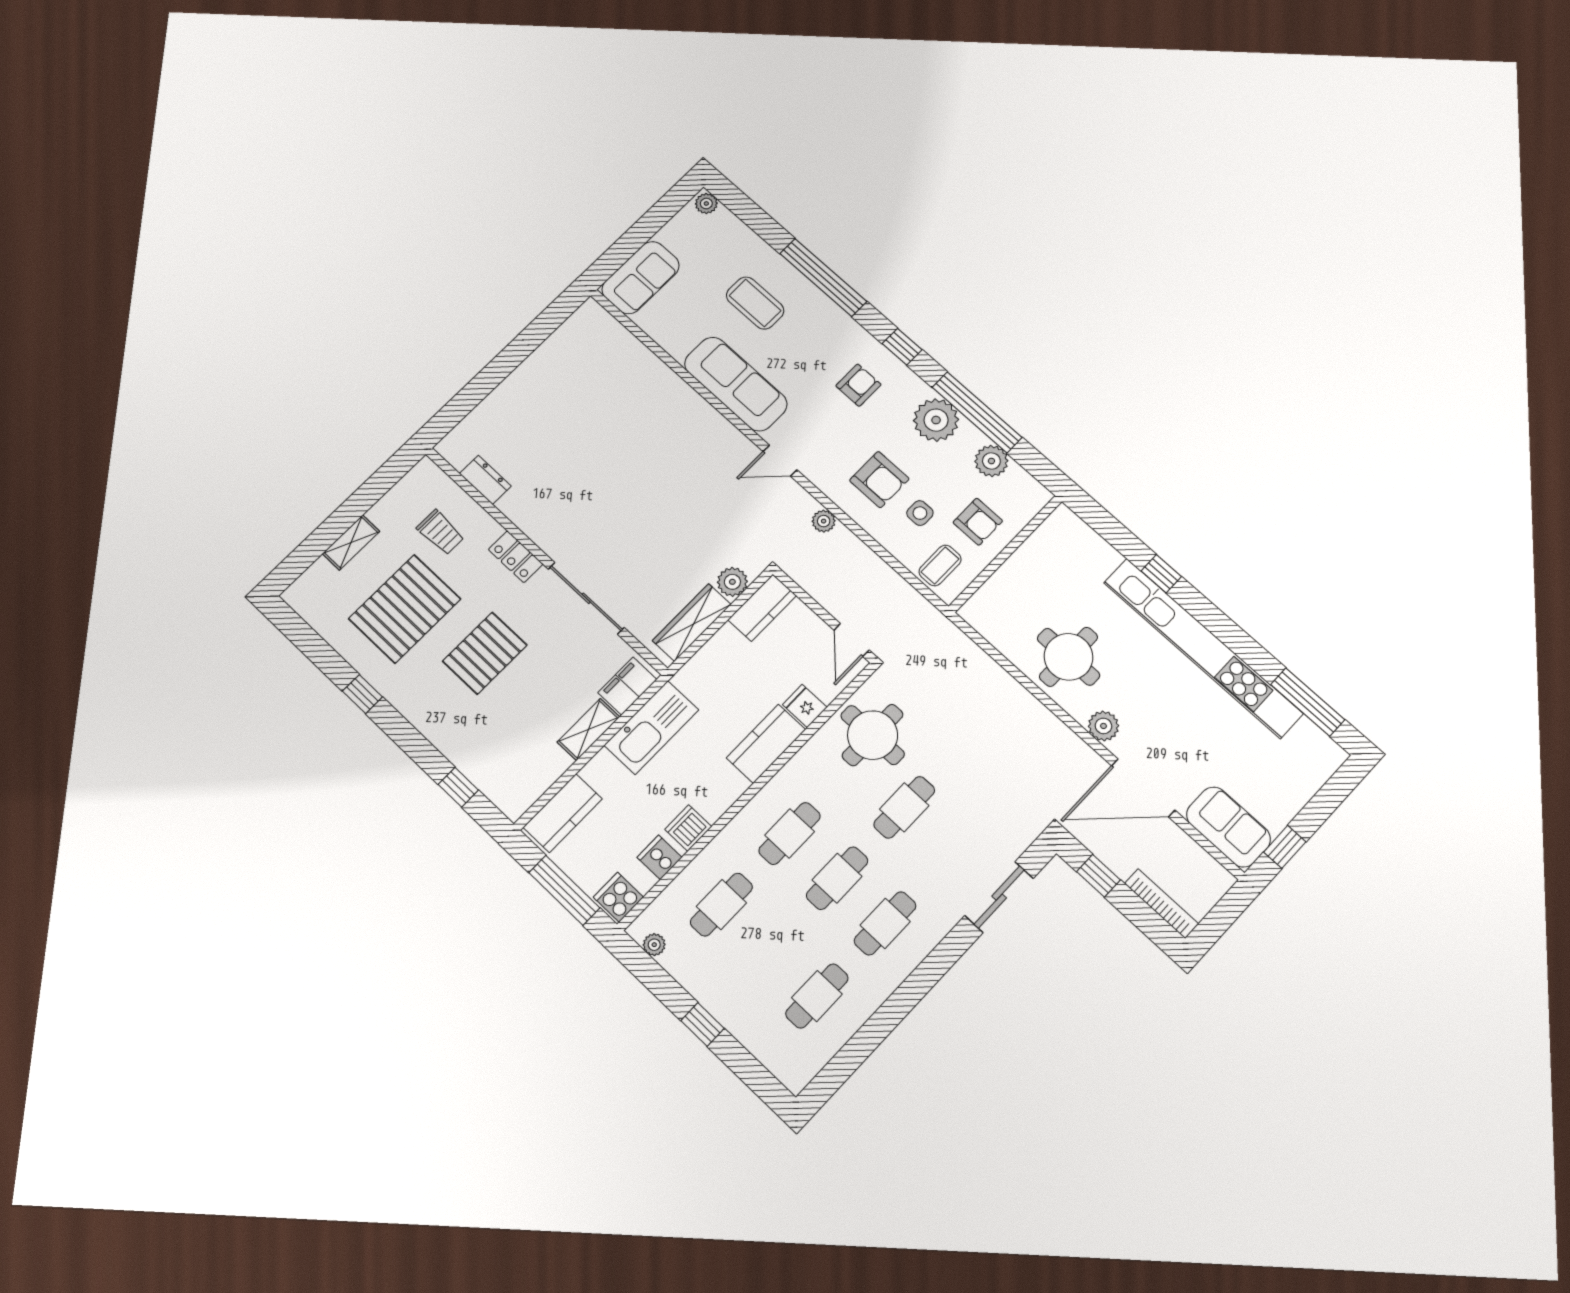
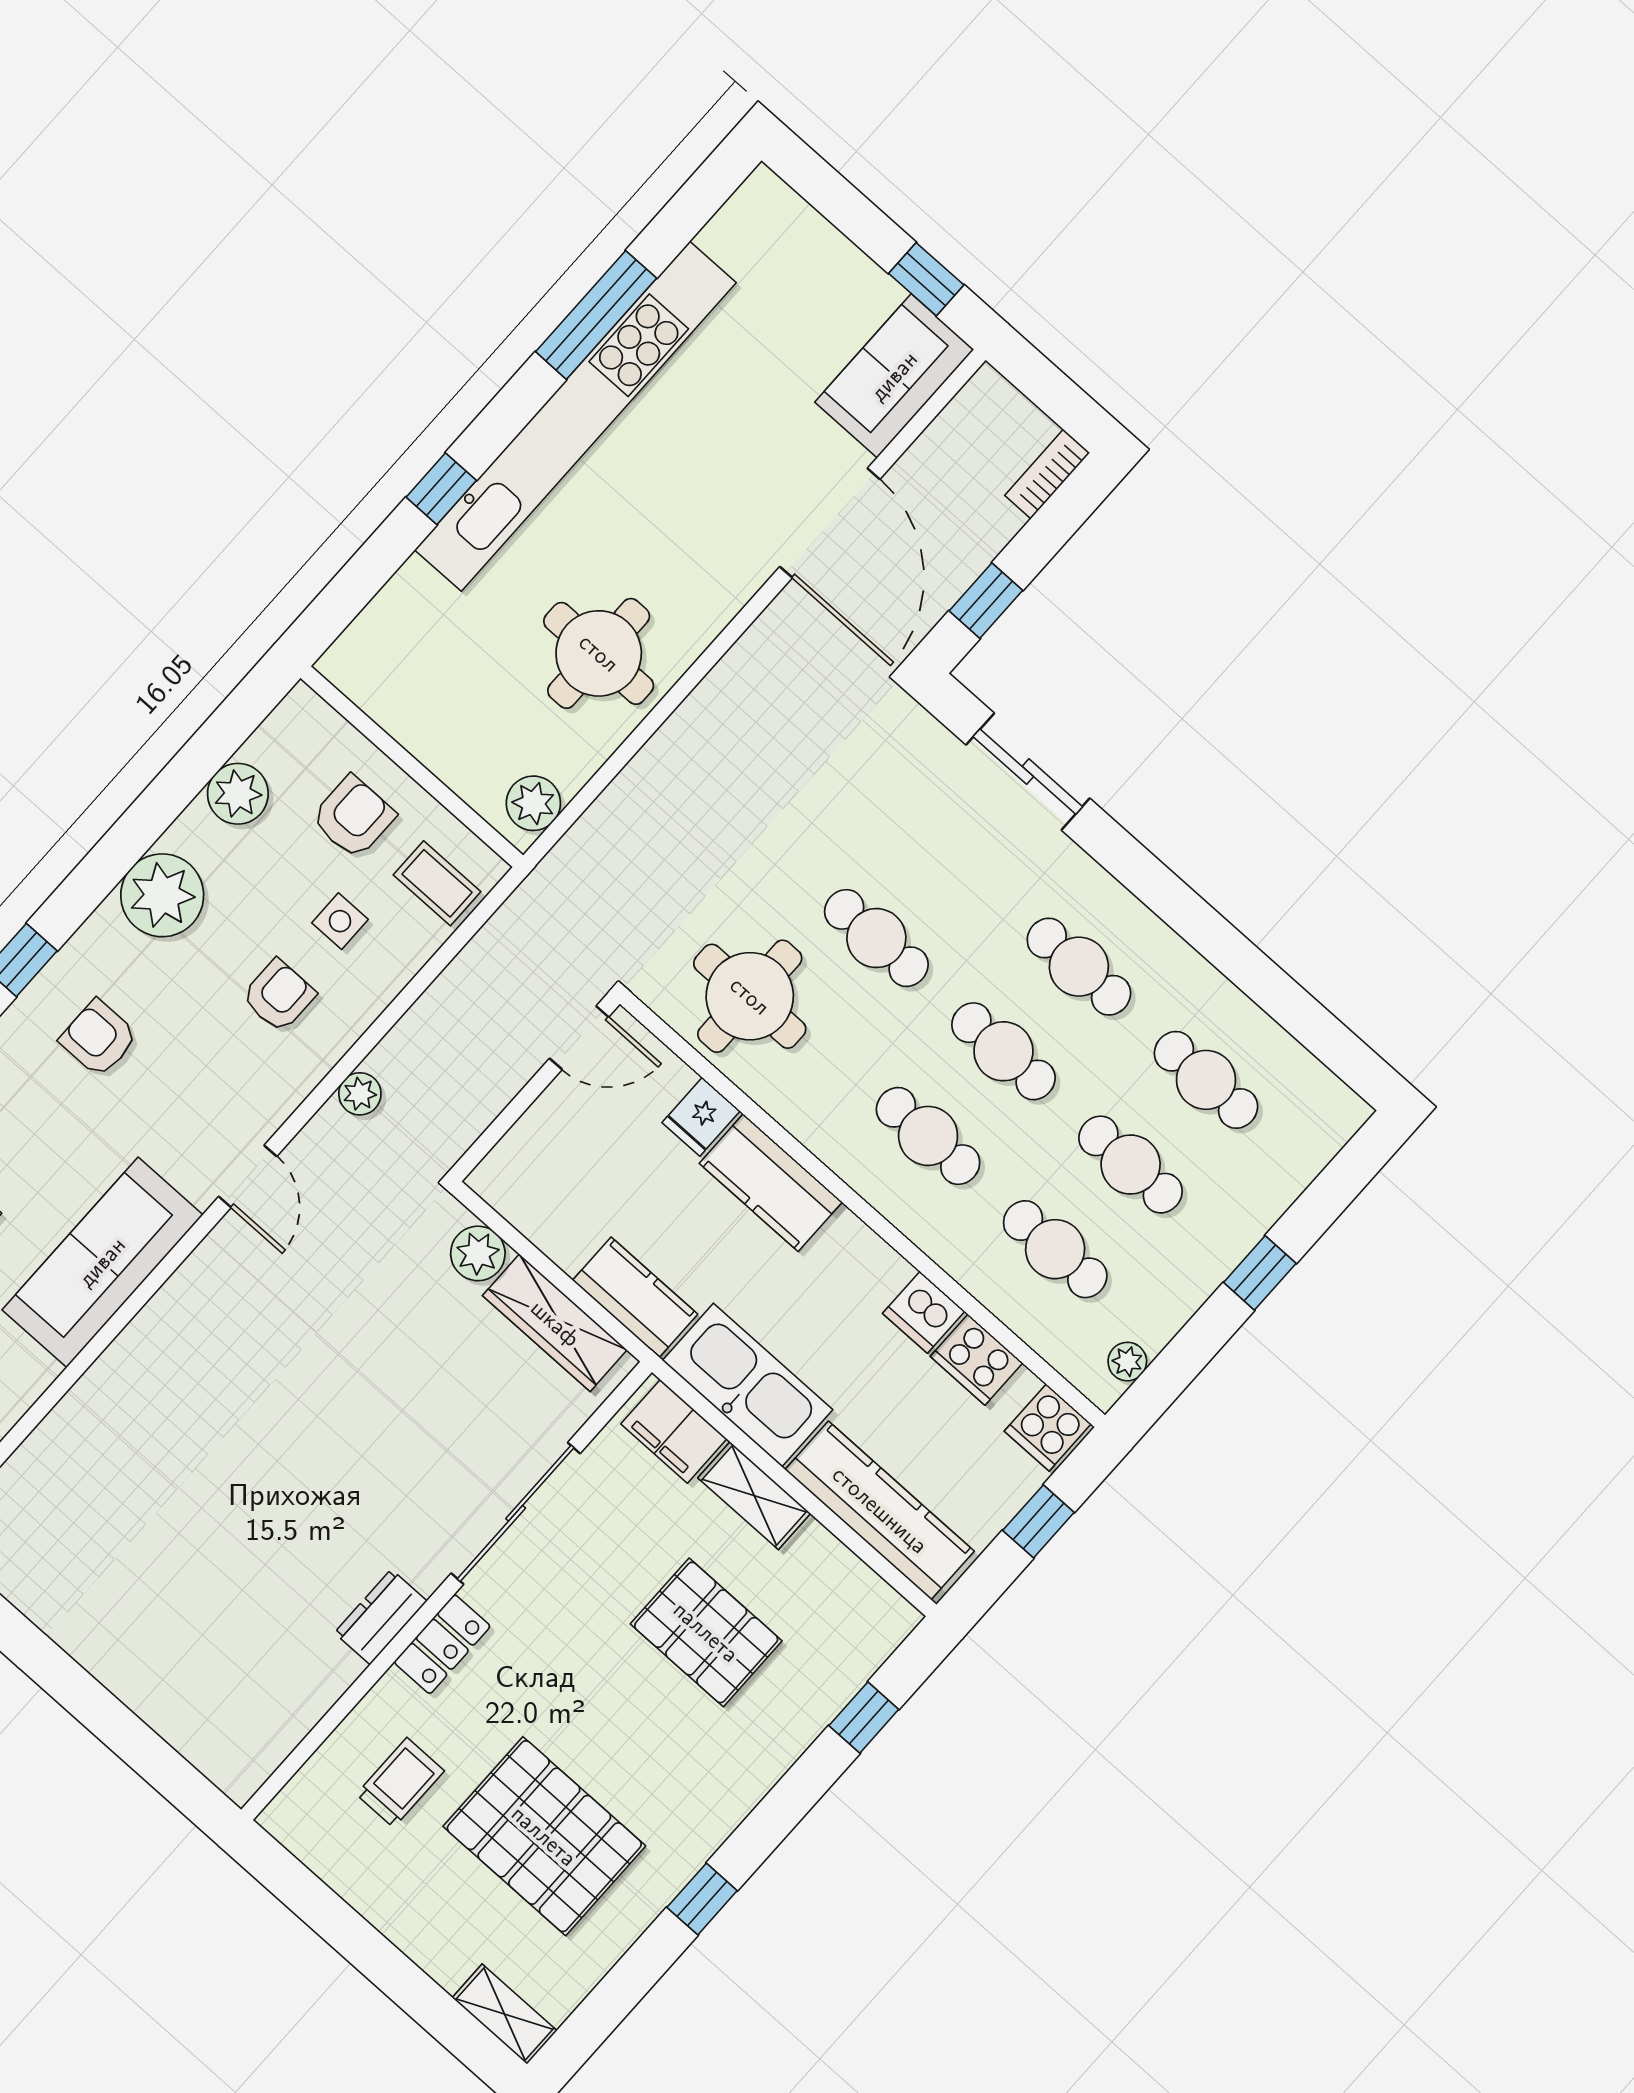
window: (977, 412) -> (145, 821), removed
dresser: (485, 480) -> (381, 1617), moved
armchair: (879, 480) -> (279, 996), width x0.72, depth x0.72
shelving: (351, 542) -> (505, 2014), moved
kitchen counter: (762, 608) -> (635, 1297), moved
pallet: (485, 653) -> (706, 1632), moved
window: (1308, 702) -> (596, 315), moved
plant: (1103, 726) -> (533, 803), moved
kitchen counter: (563, 813) -> (880, 1510), width x1.50
cooker: (660, 857) -> (976, 1360), width x1.36
window: (564, 890) -> (1038, 1521), width x0.46
bookcase: (1161, 904) -> (1047, 474), width x0.64
cafe table: (769, 950) -> (1131, 1165), added

